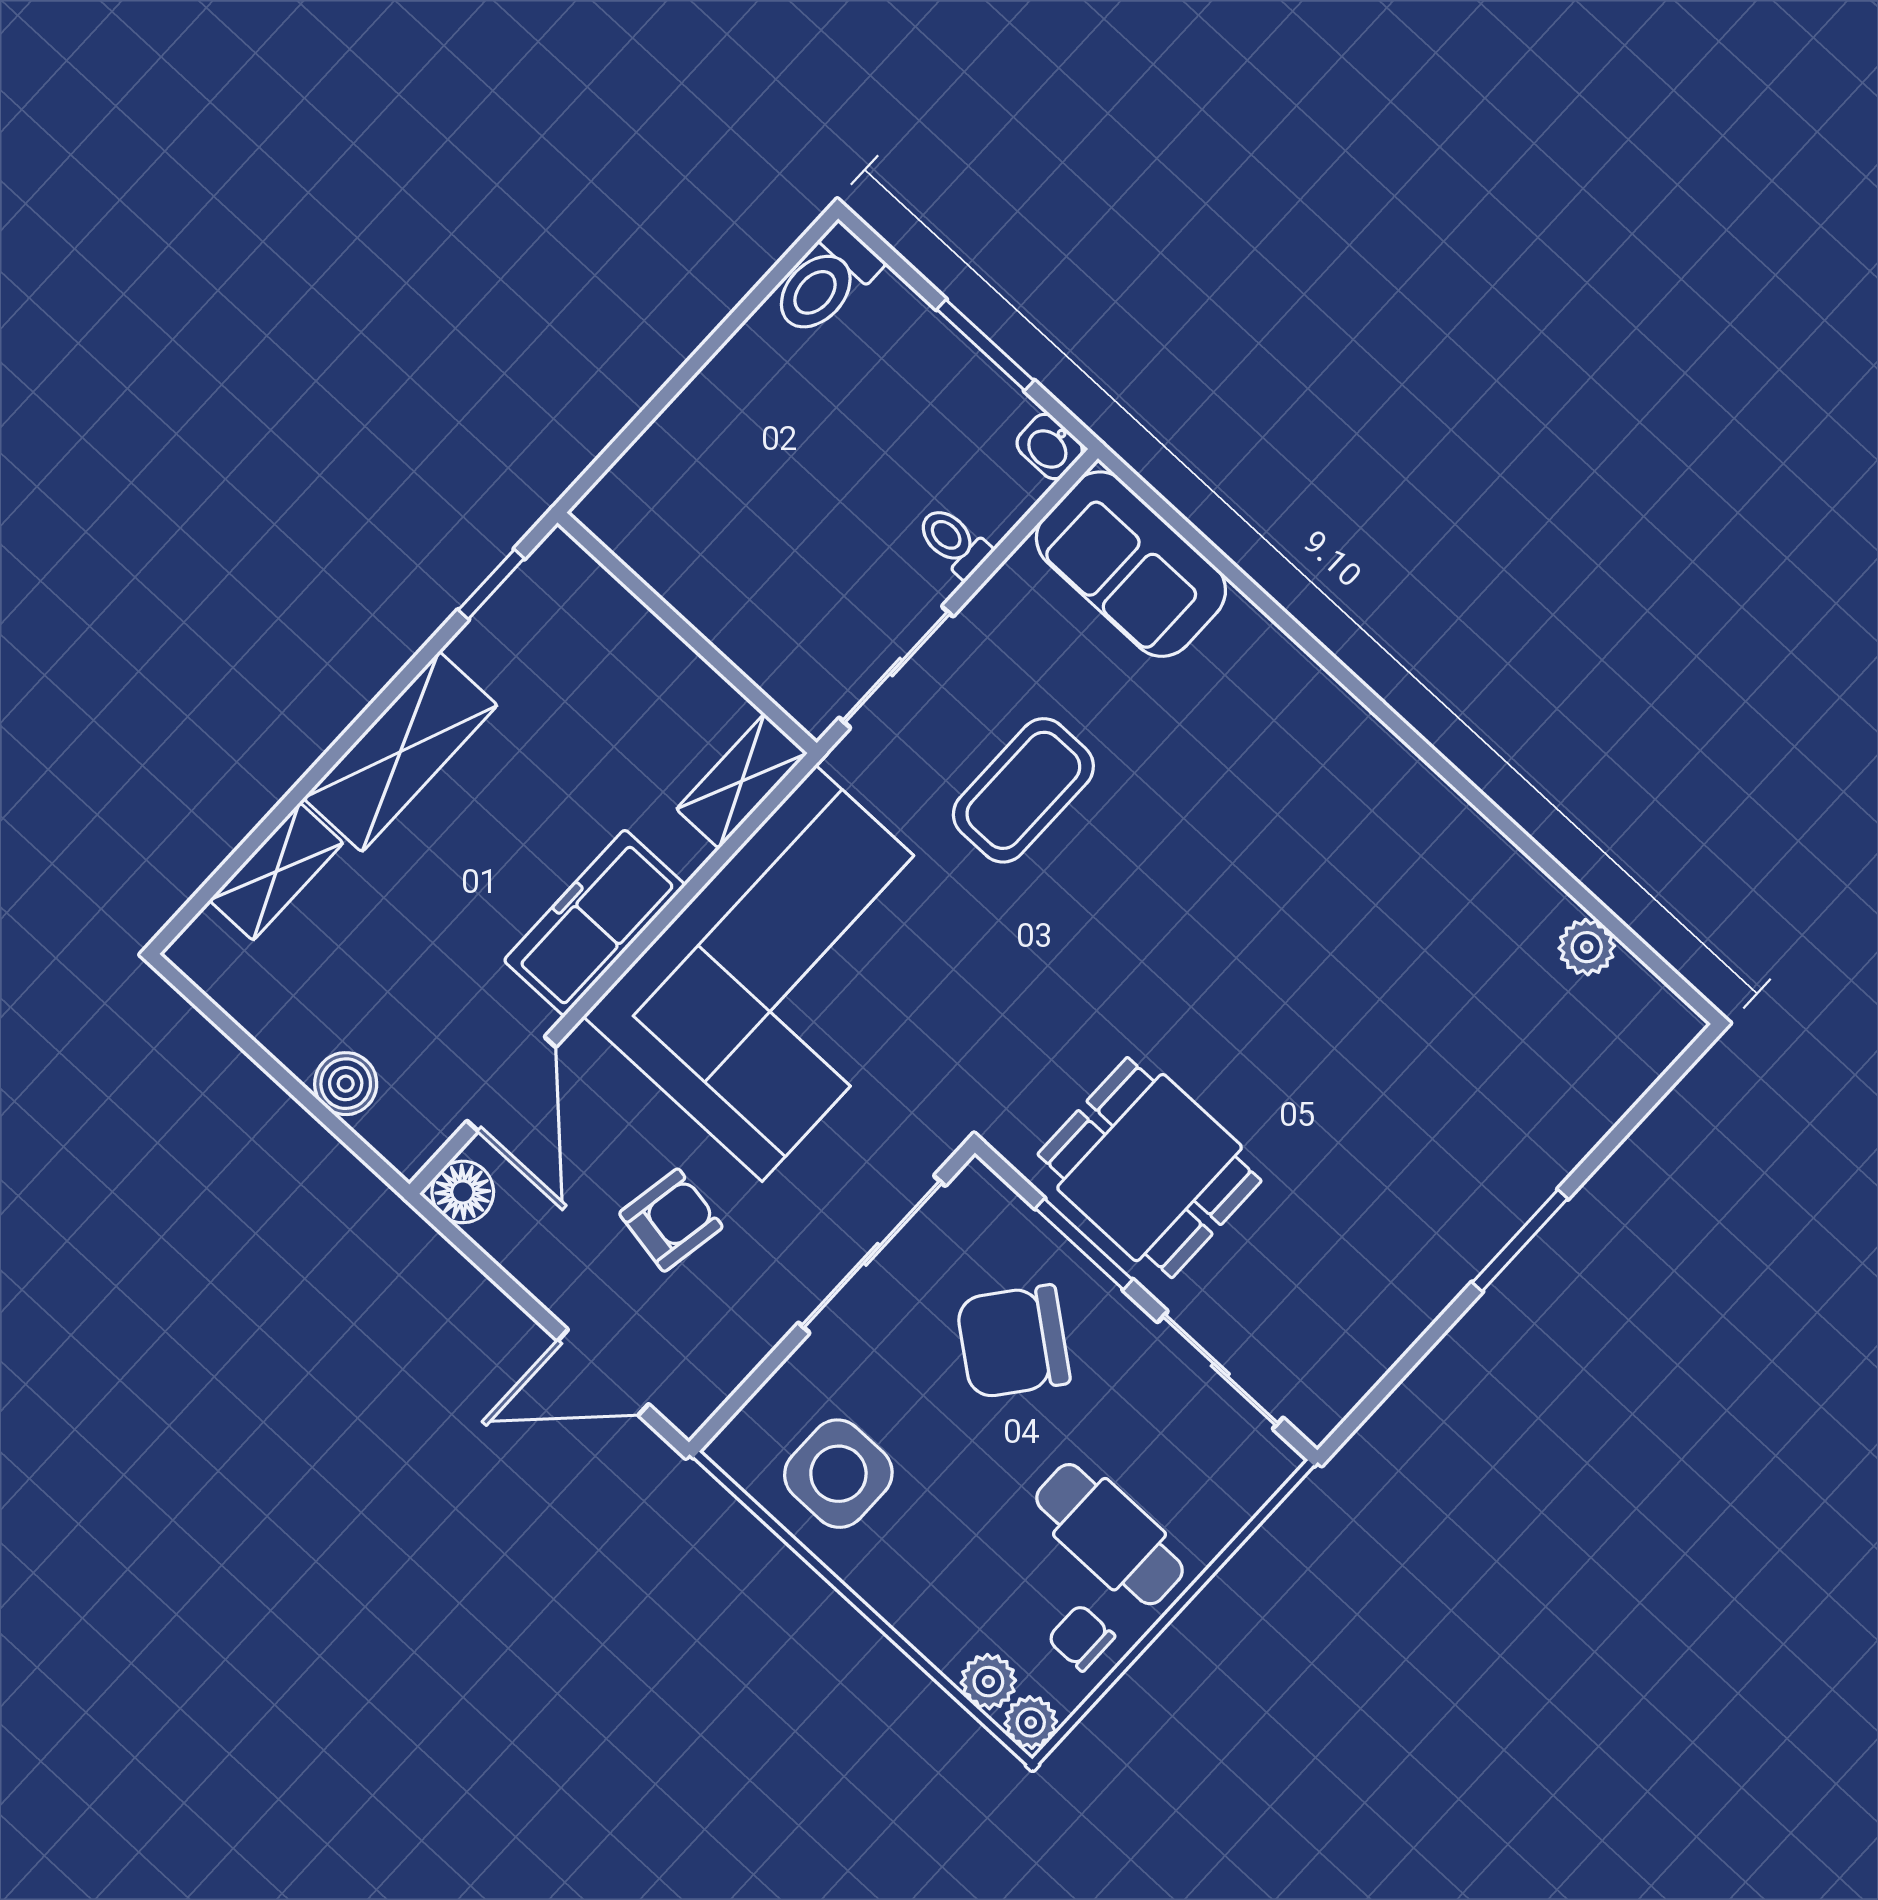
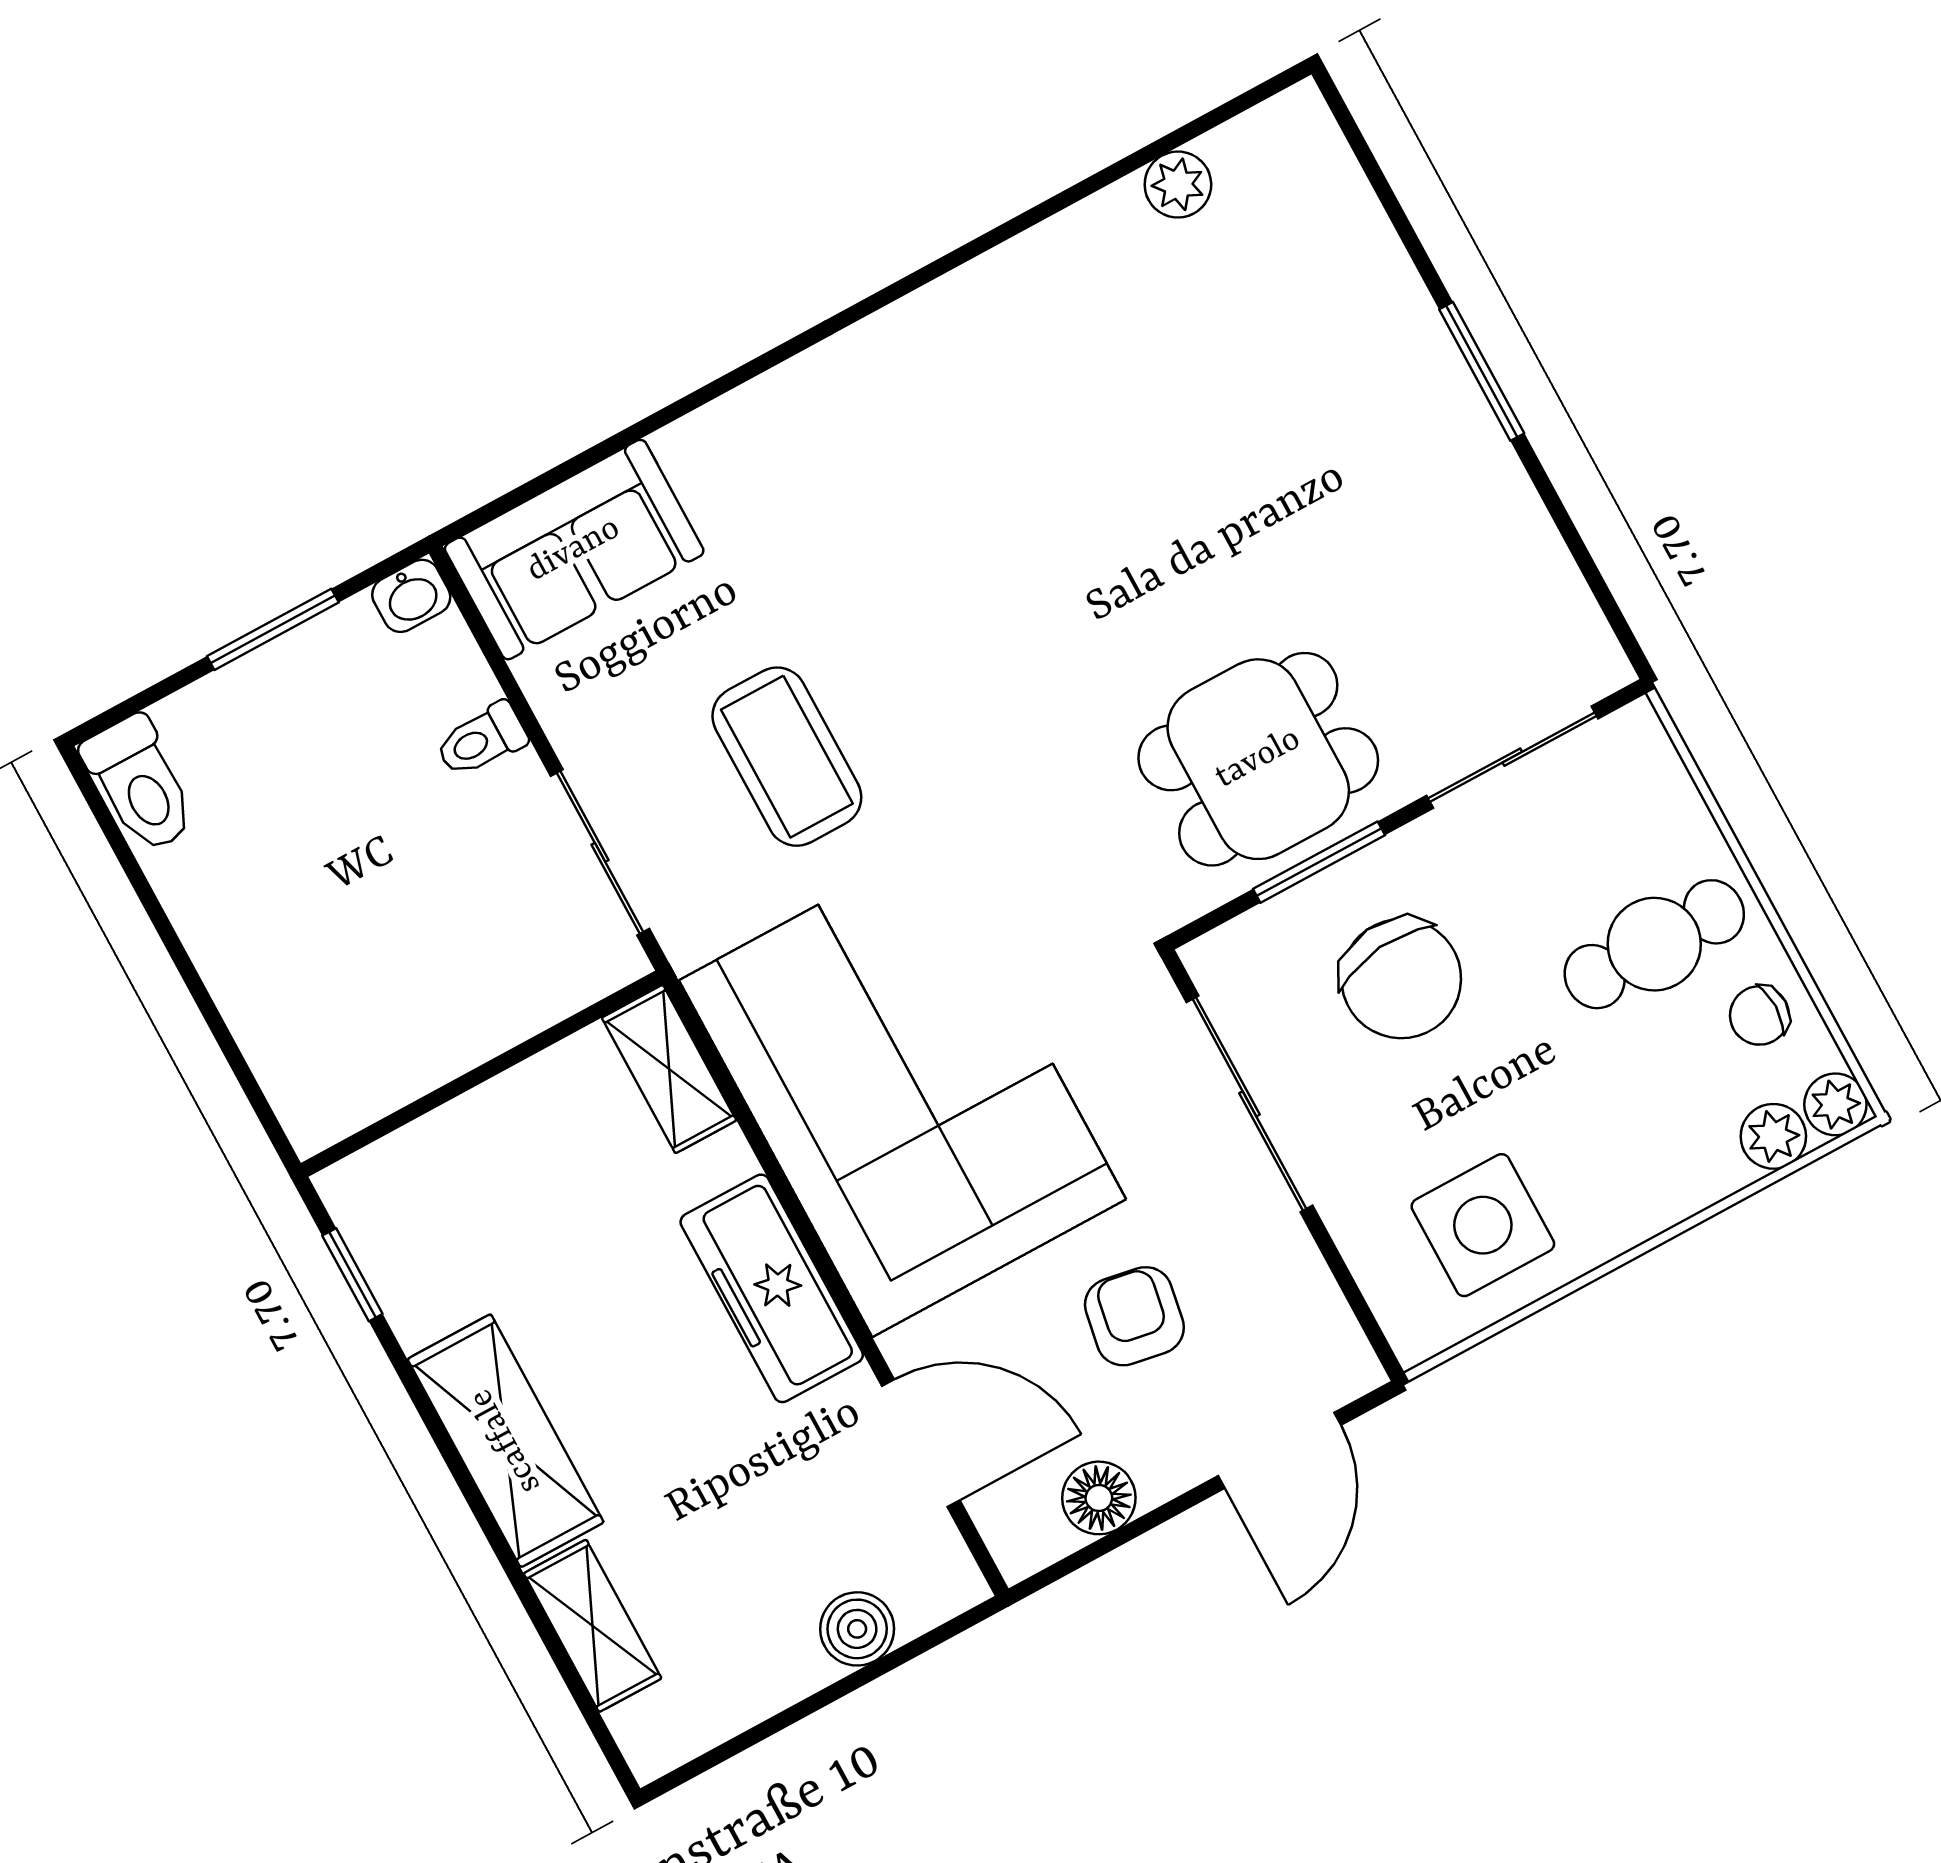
floor lamp: (463, 1192) -> (1099, 1498), moved
chair: (1013, 1341) -> (1401, 979), turned -44

